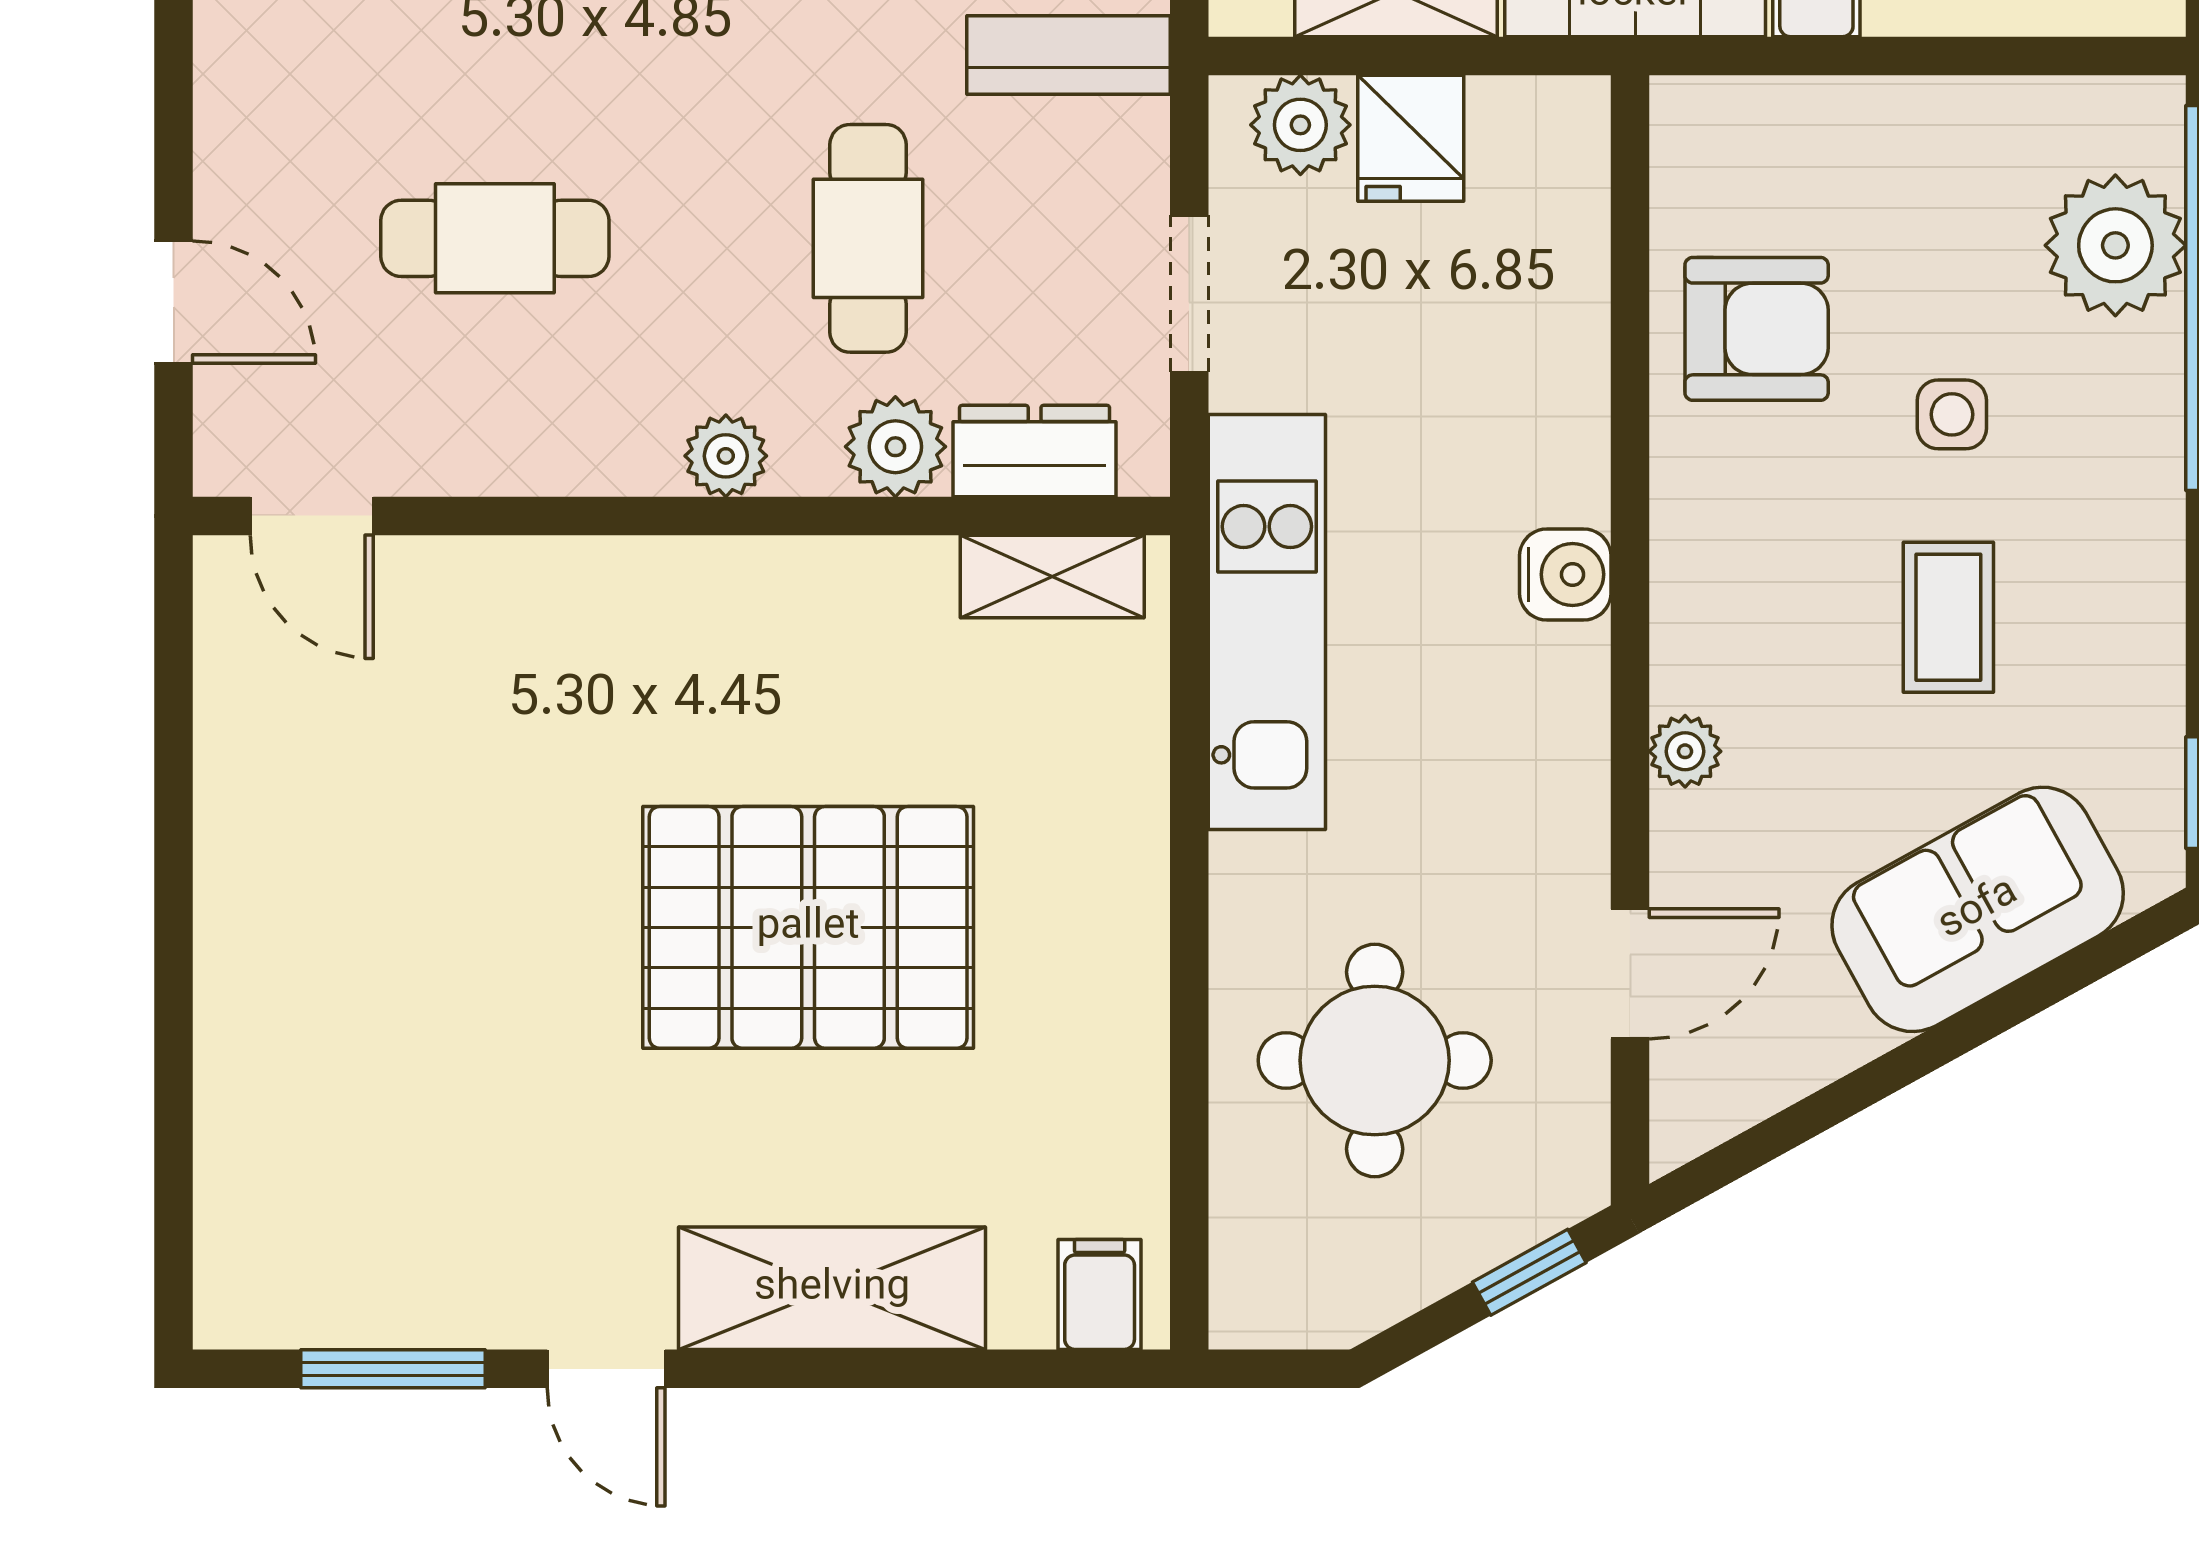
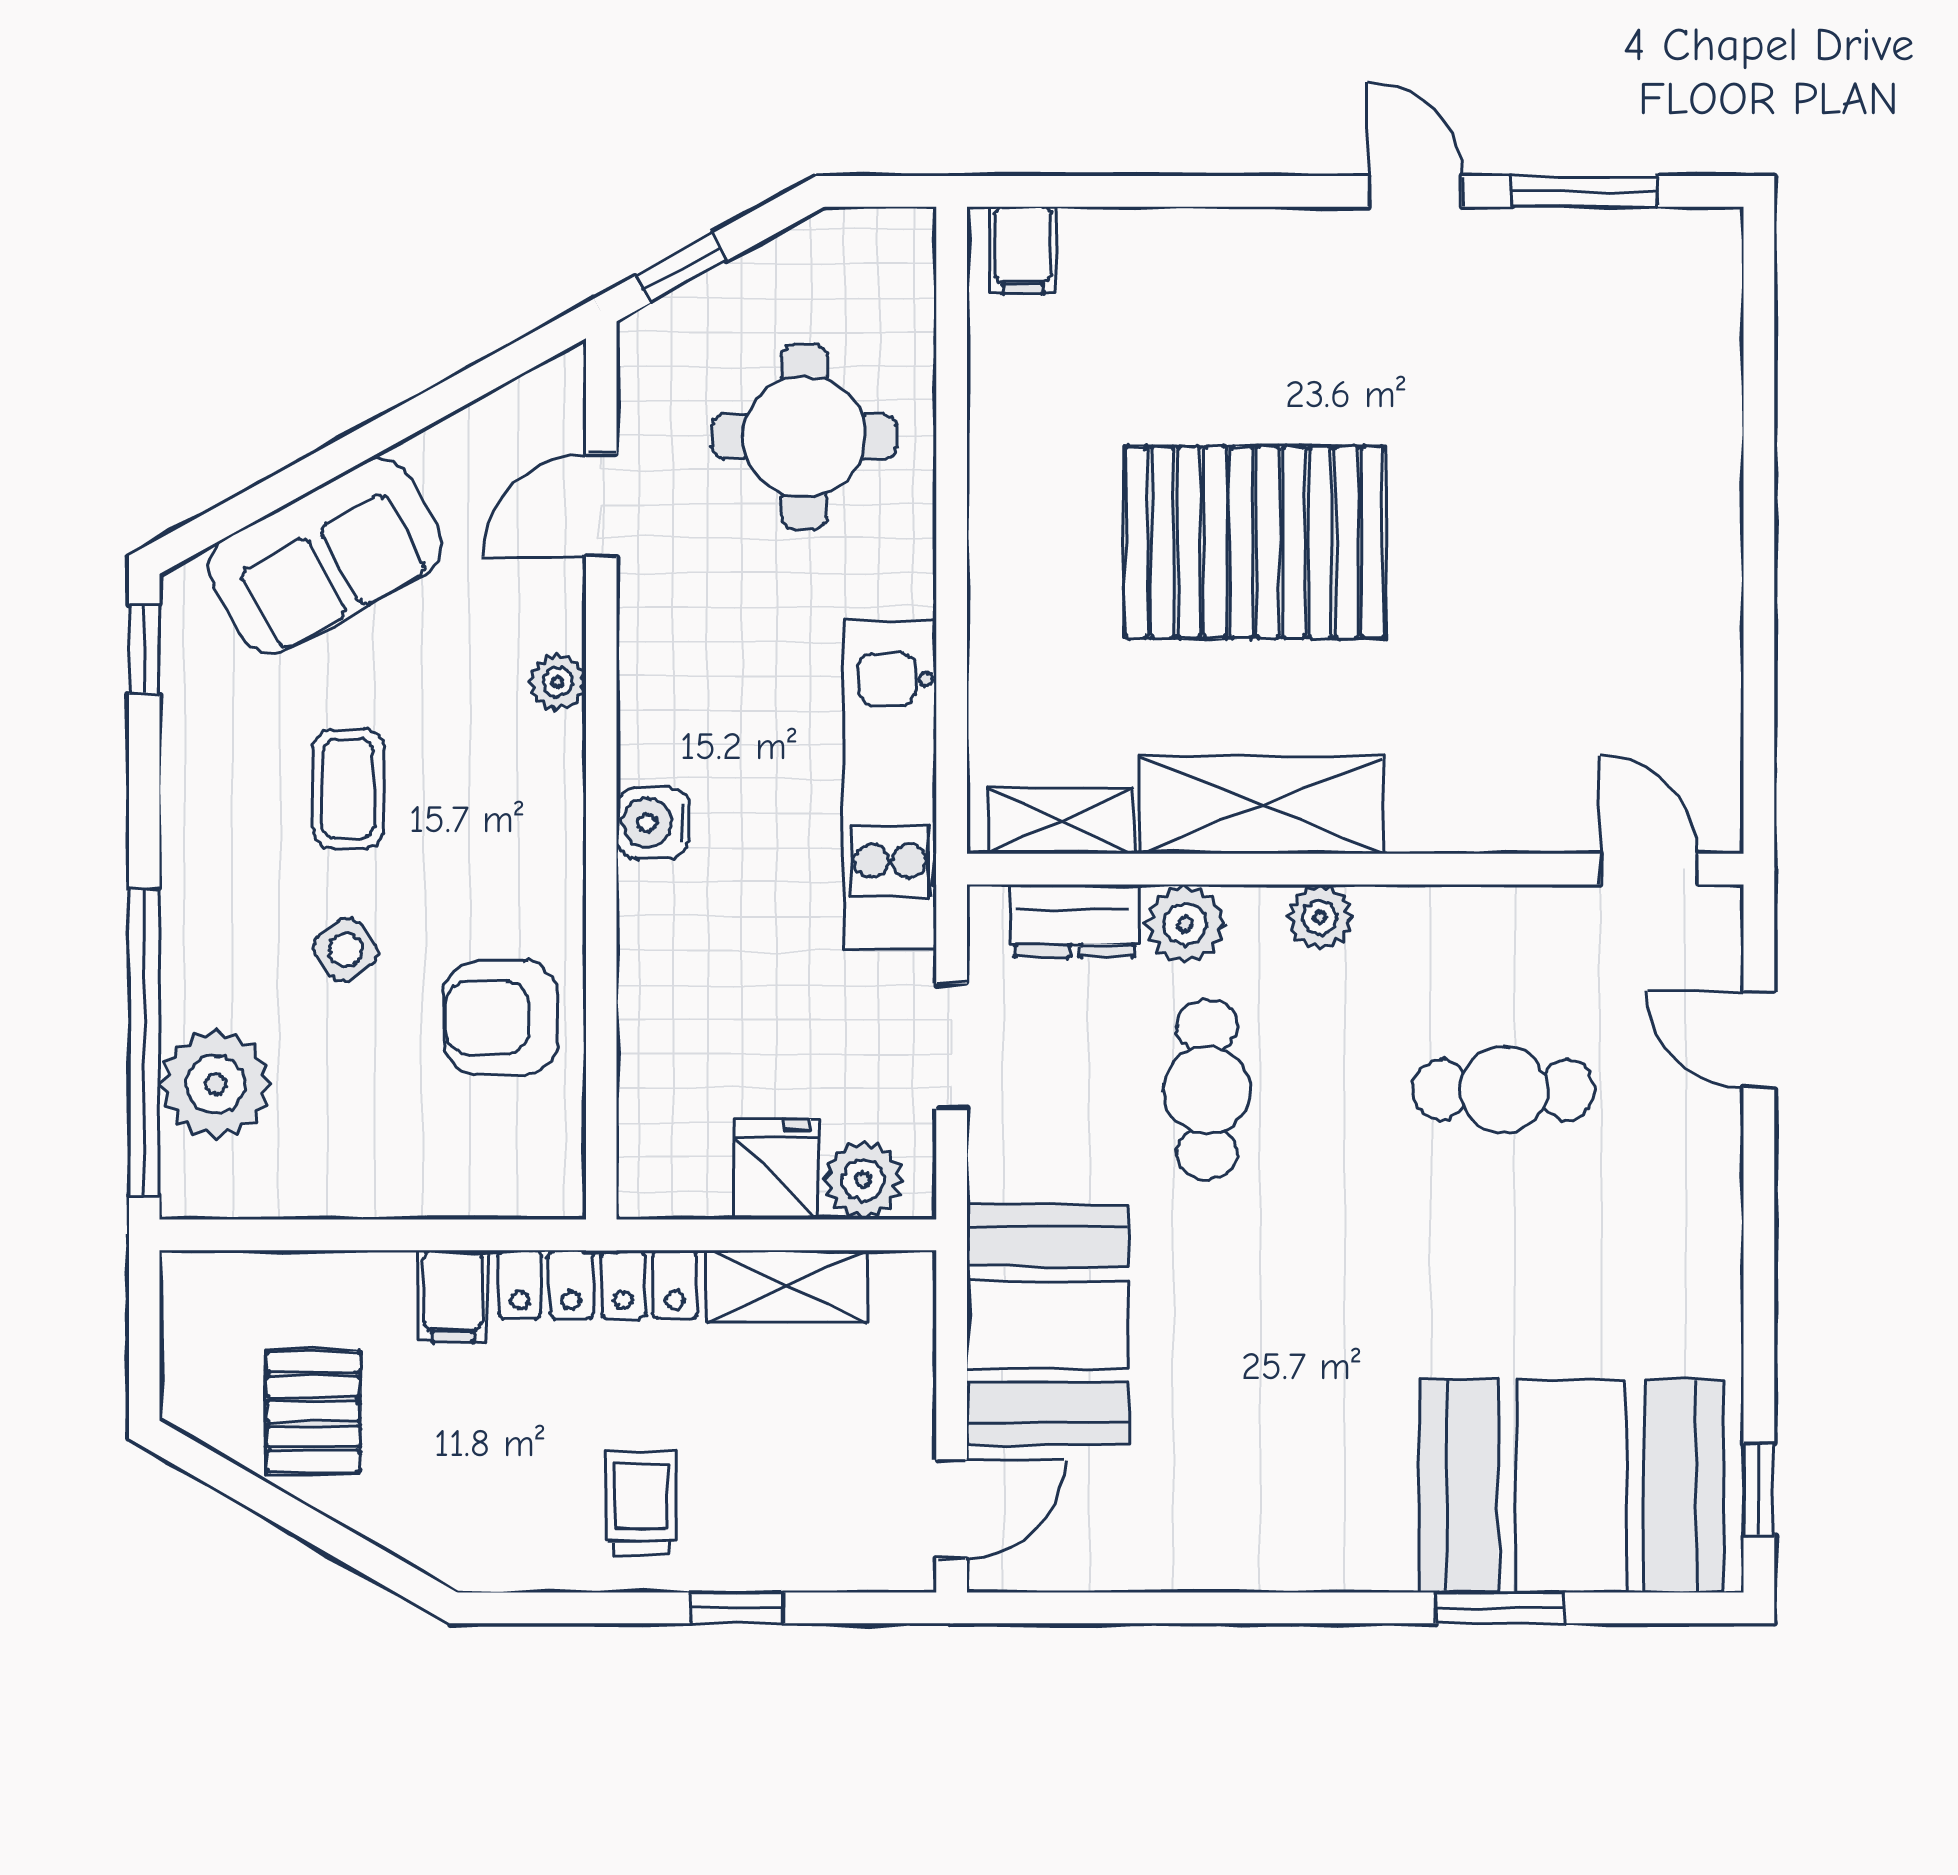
side table: (1952, 414) -> (345, 950), turned -37
shelving: (832, 1288) -> (1261, 805), moved

